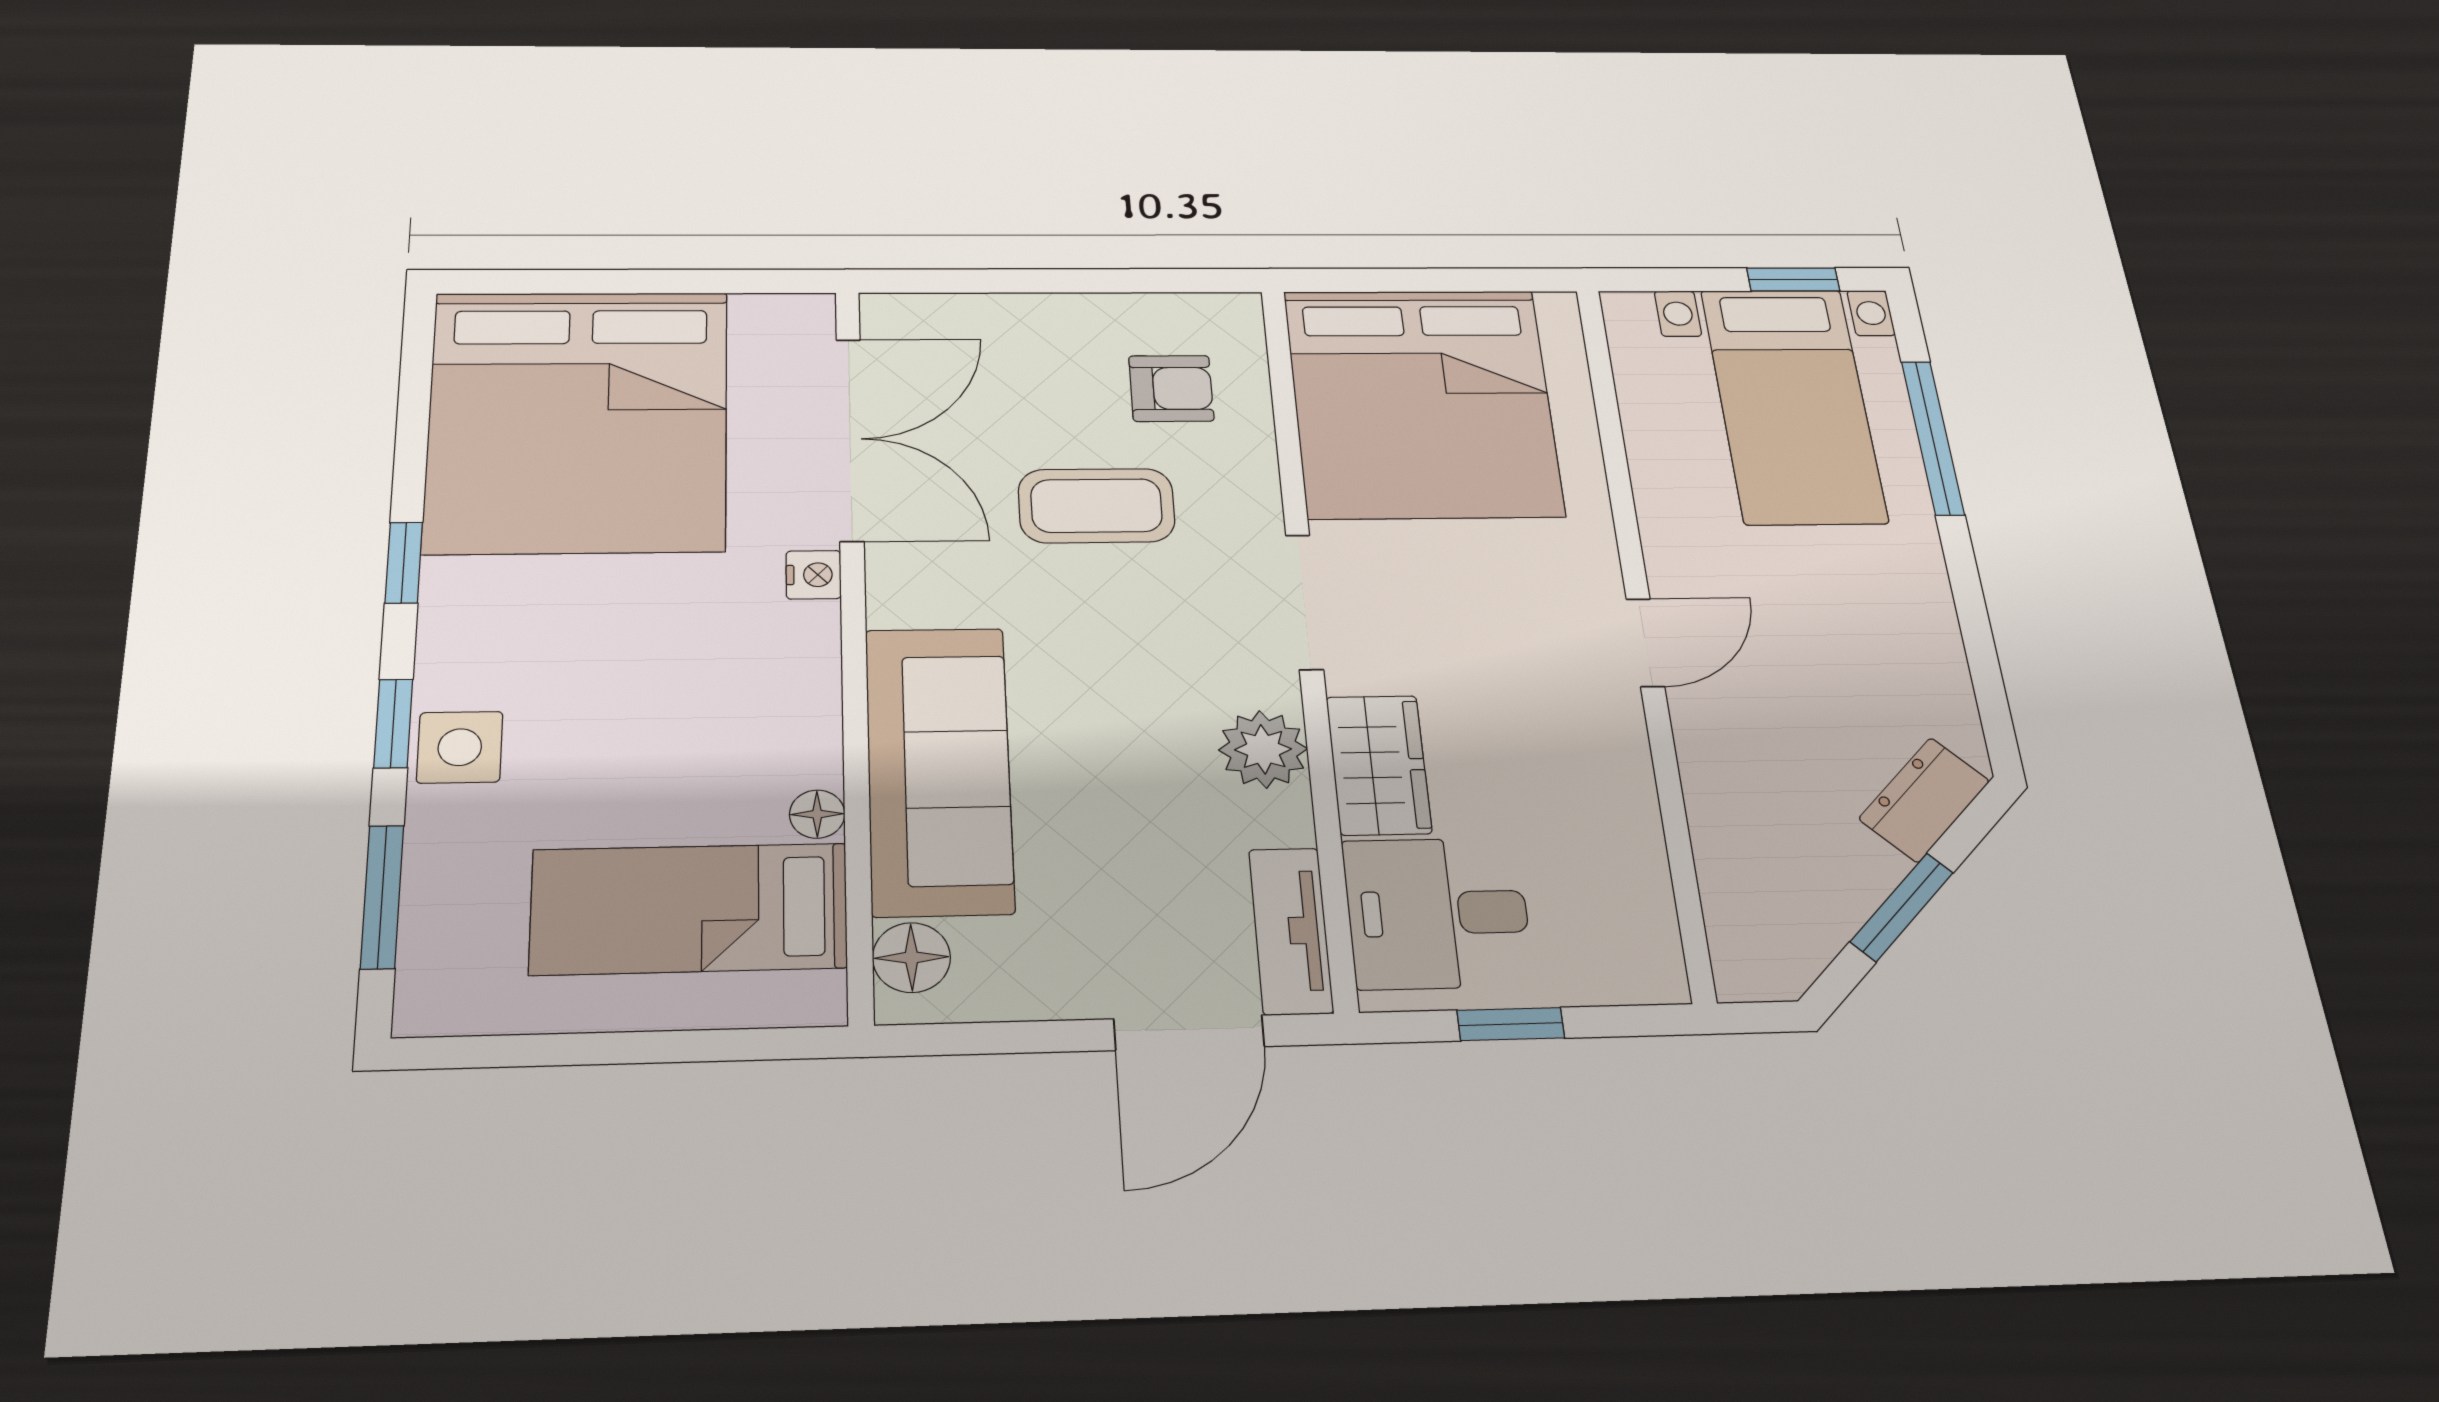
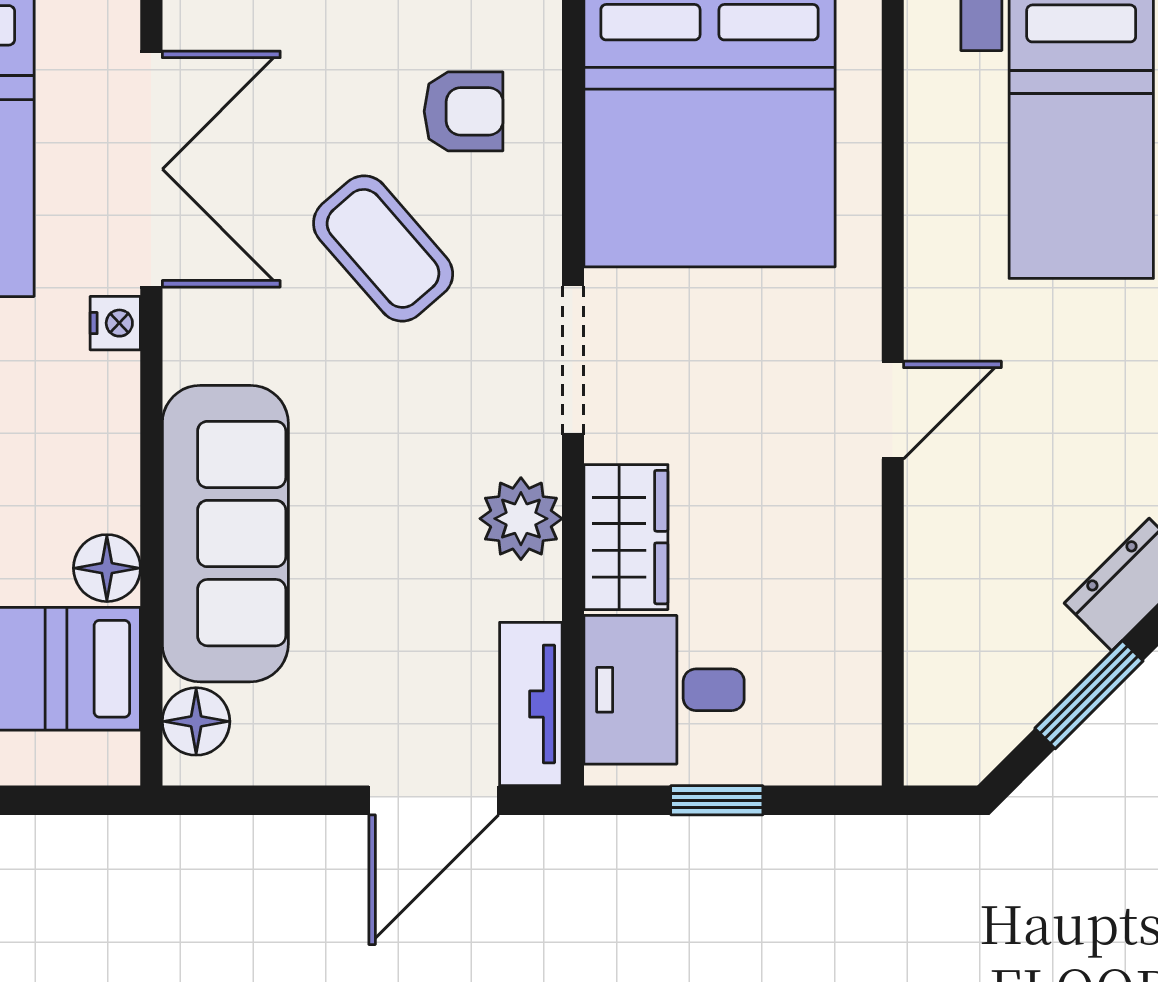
coffee table: (1096, 506) -> (383, 248), turned 49
floor lamp: (817, 814) -> (107, 568), width x1.37, depth x1.37

